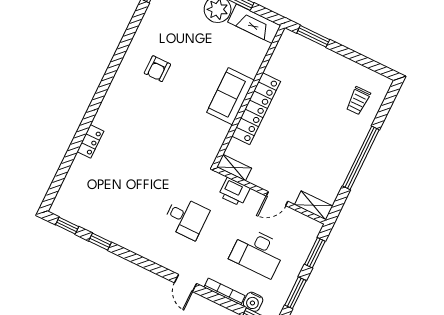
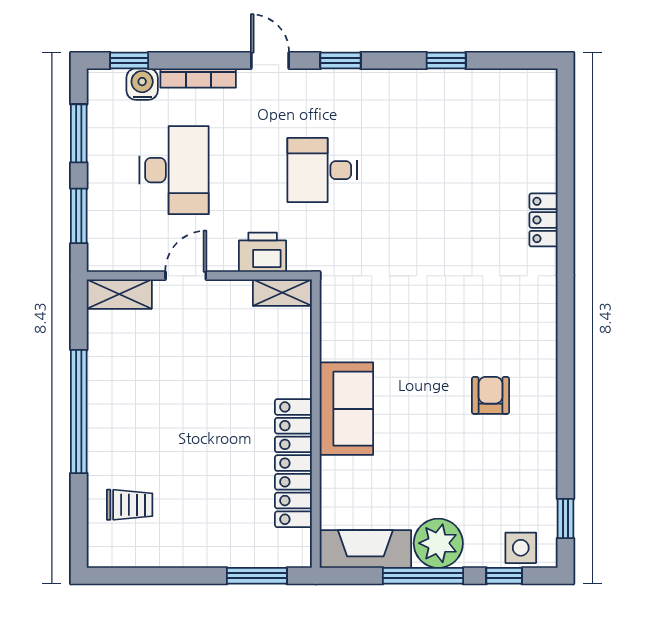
trolley: (358, 101) -> (130, 505), turned 90
locker: (256, 109) -> (293, 463), moved
window: (67, 226) -> (341, 61), moved
desk: (258, 253) -> (174, 170), turned 90

